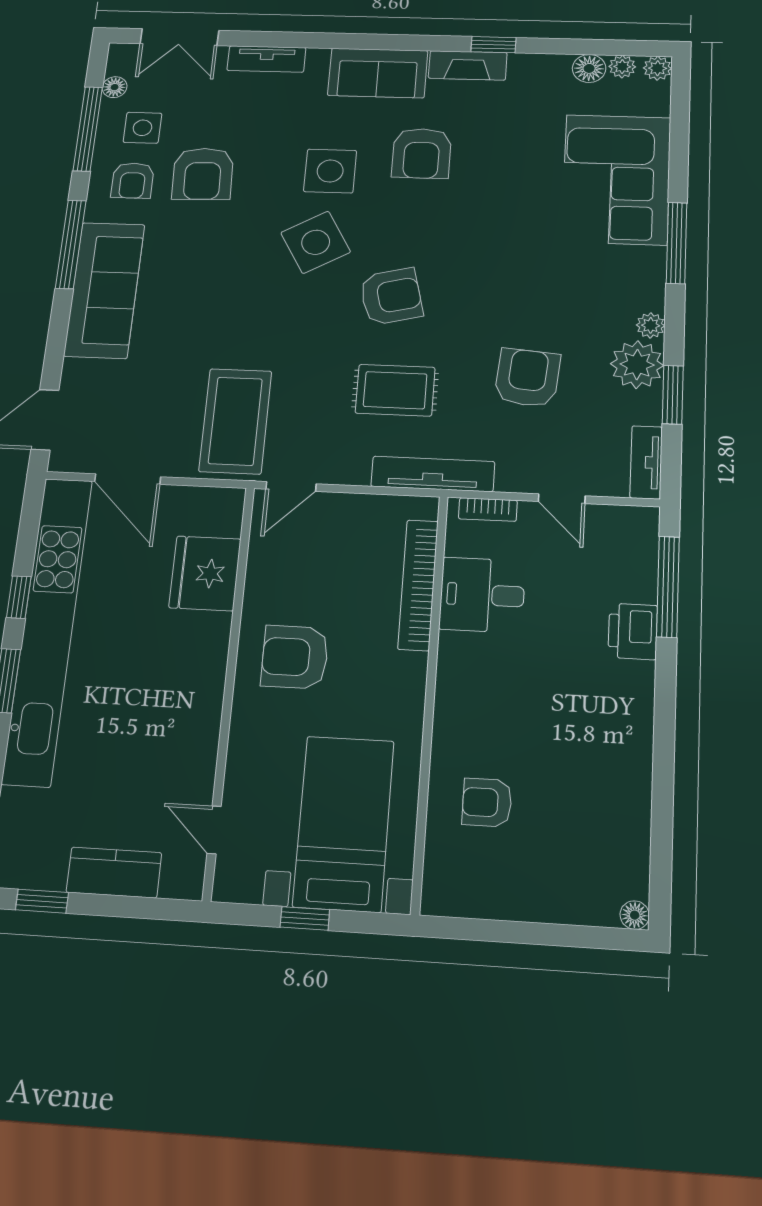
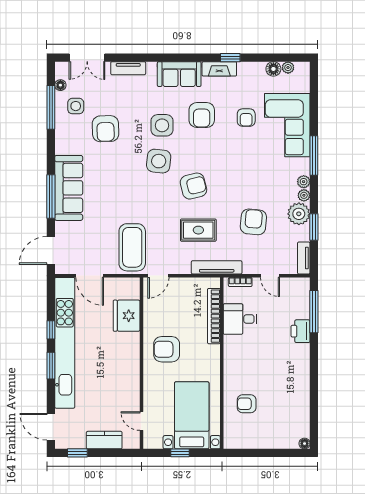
plant: (658, 68) -> (304, 182), moved
armchair: (133, 181) -> (246, 118), moved
side table: (316, 242) -> (159, 161), turned 36
window: (71, 244) -> (51, 196), moved

